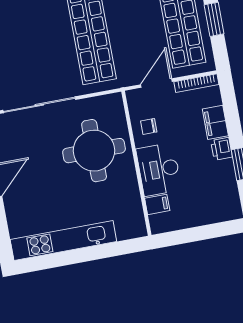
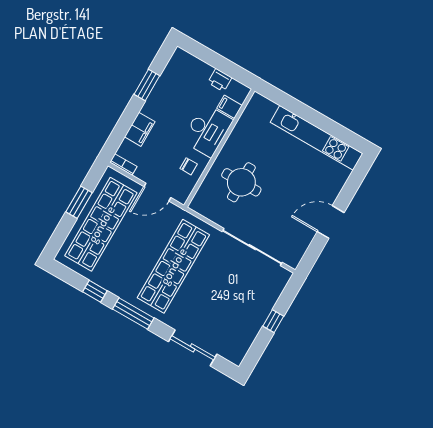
bookcase: (196, 83) -> (123, 164), width x0.64
printer: (221, 149) -> (220, 80), moved, turned 90
round table: (94, 151) -> (241, 182), width x0.73, depth x0.73

